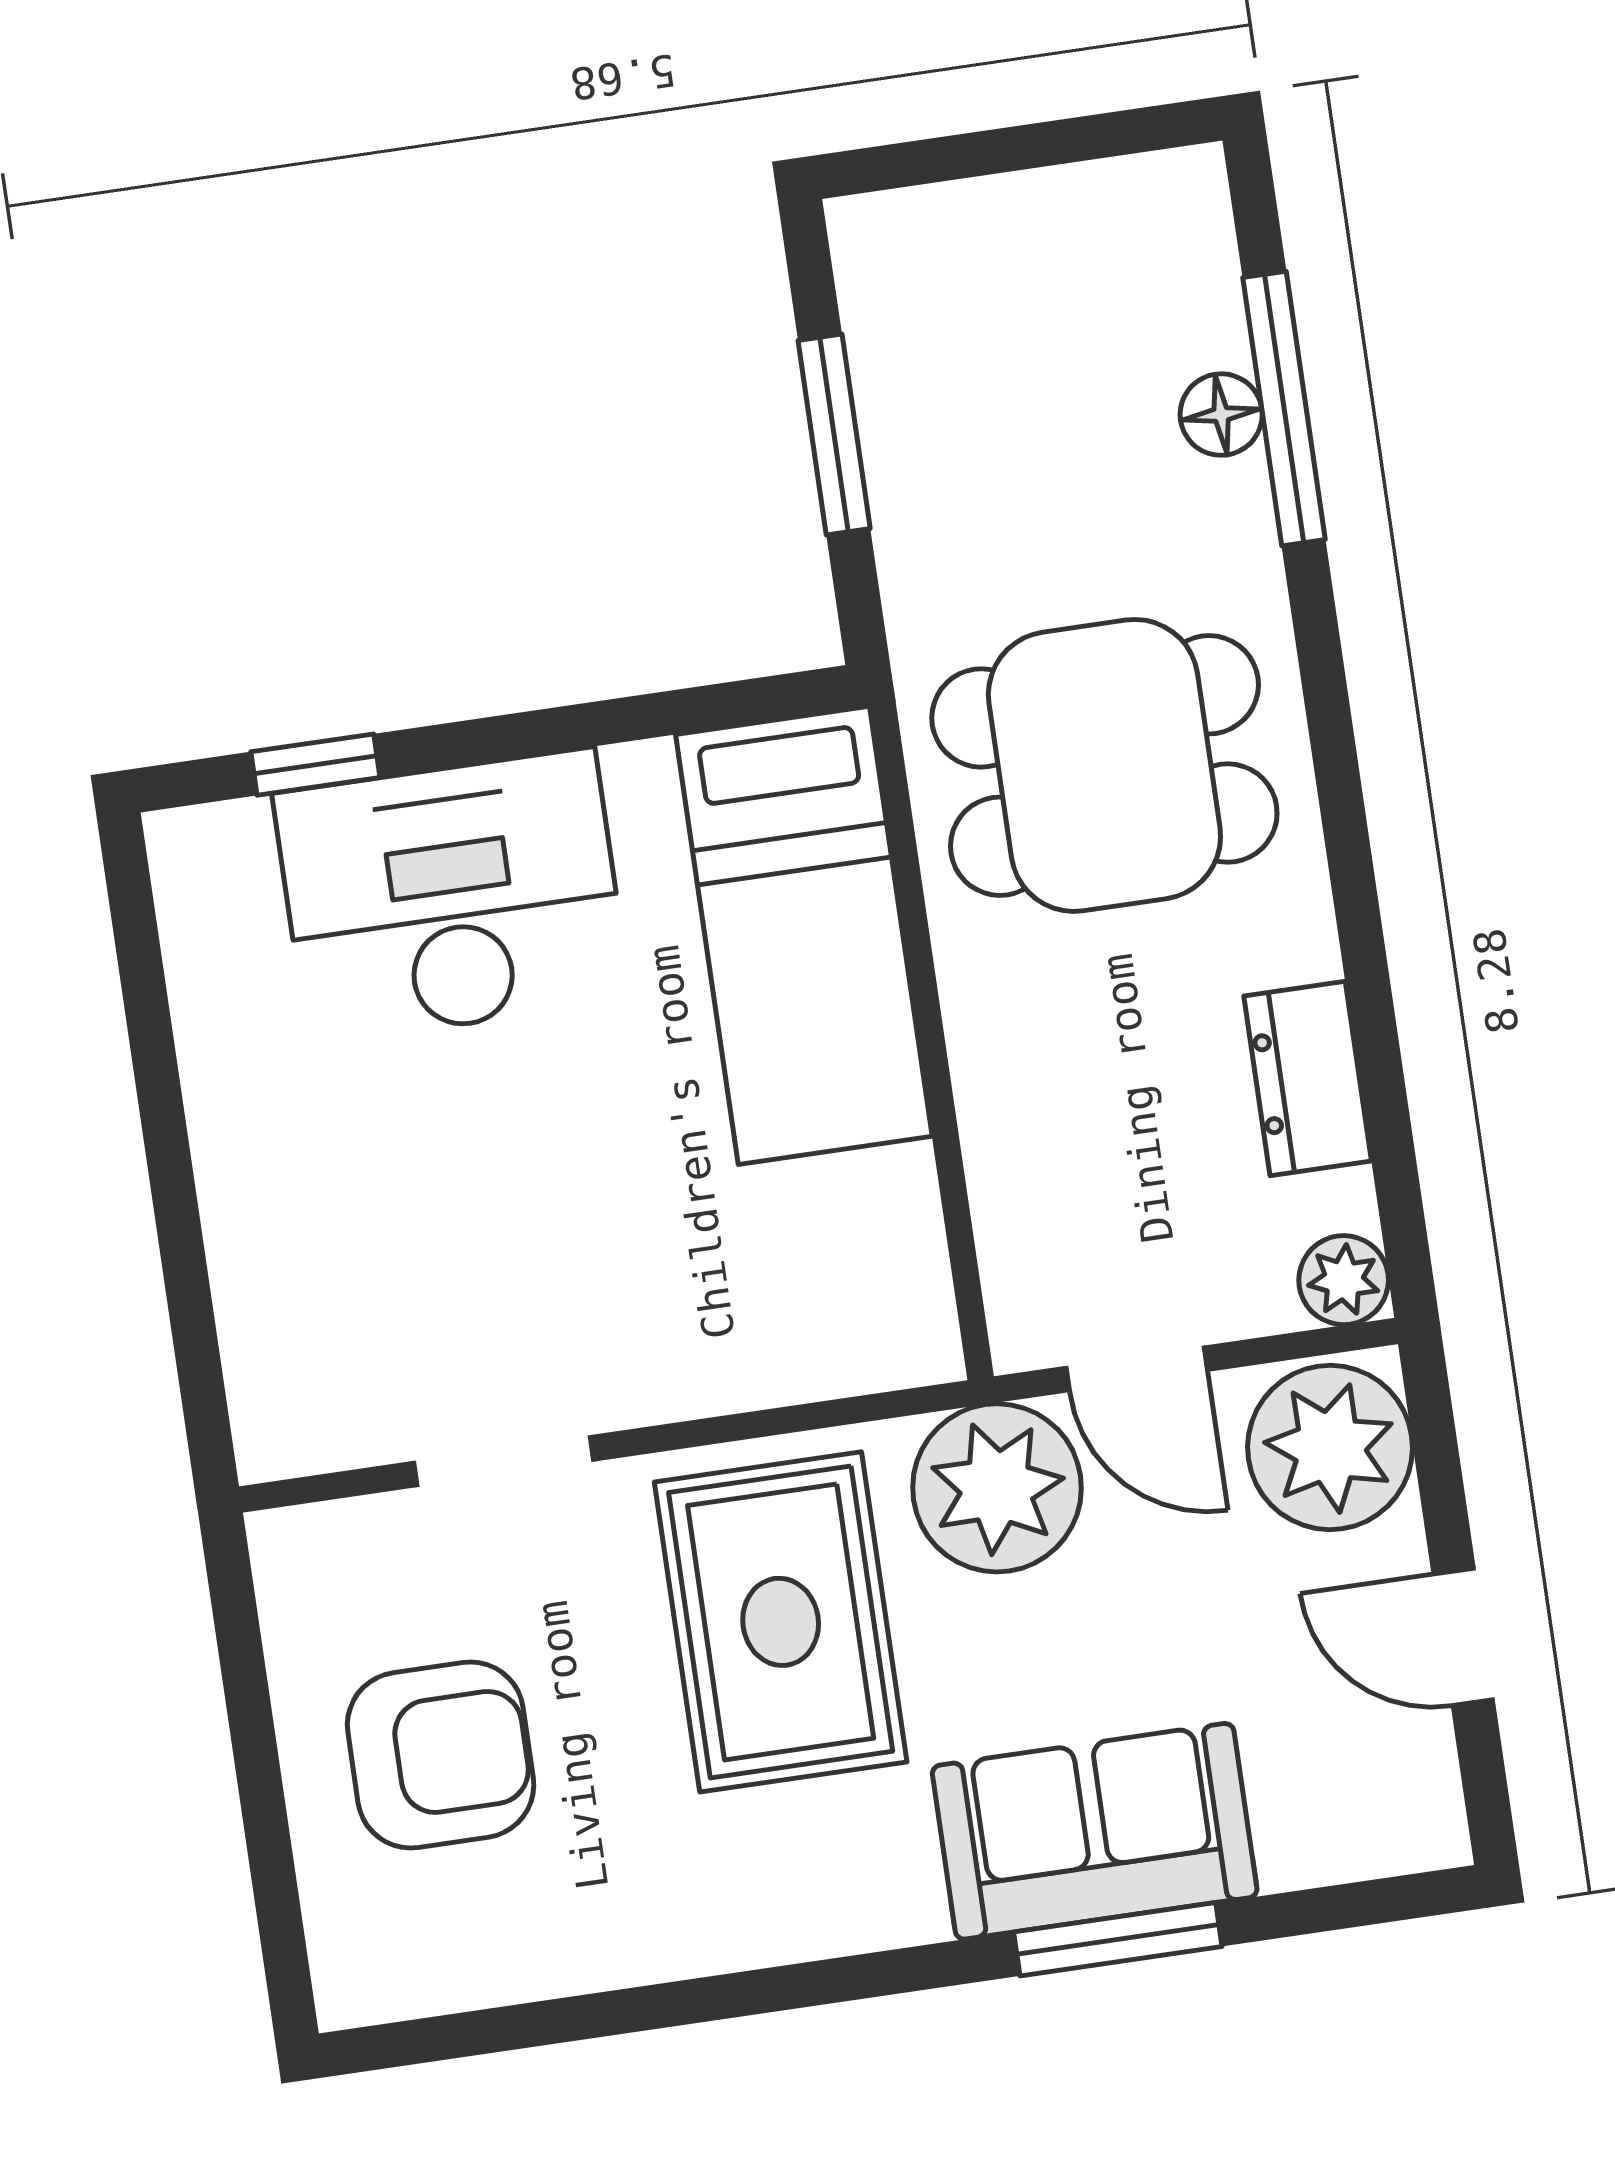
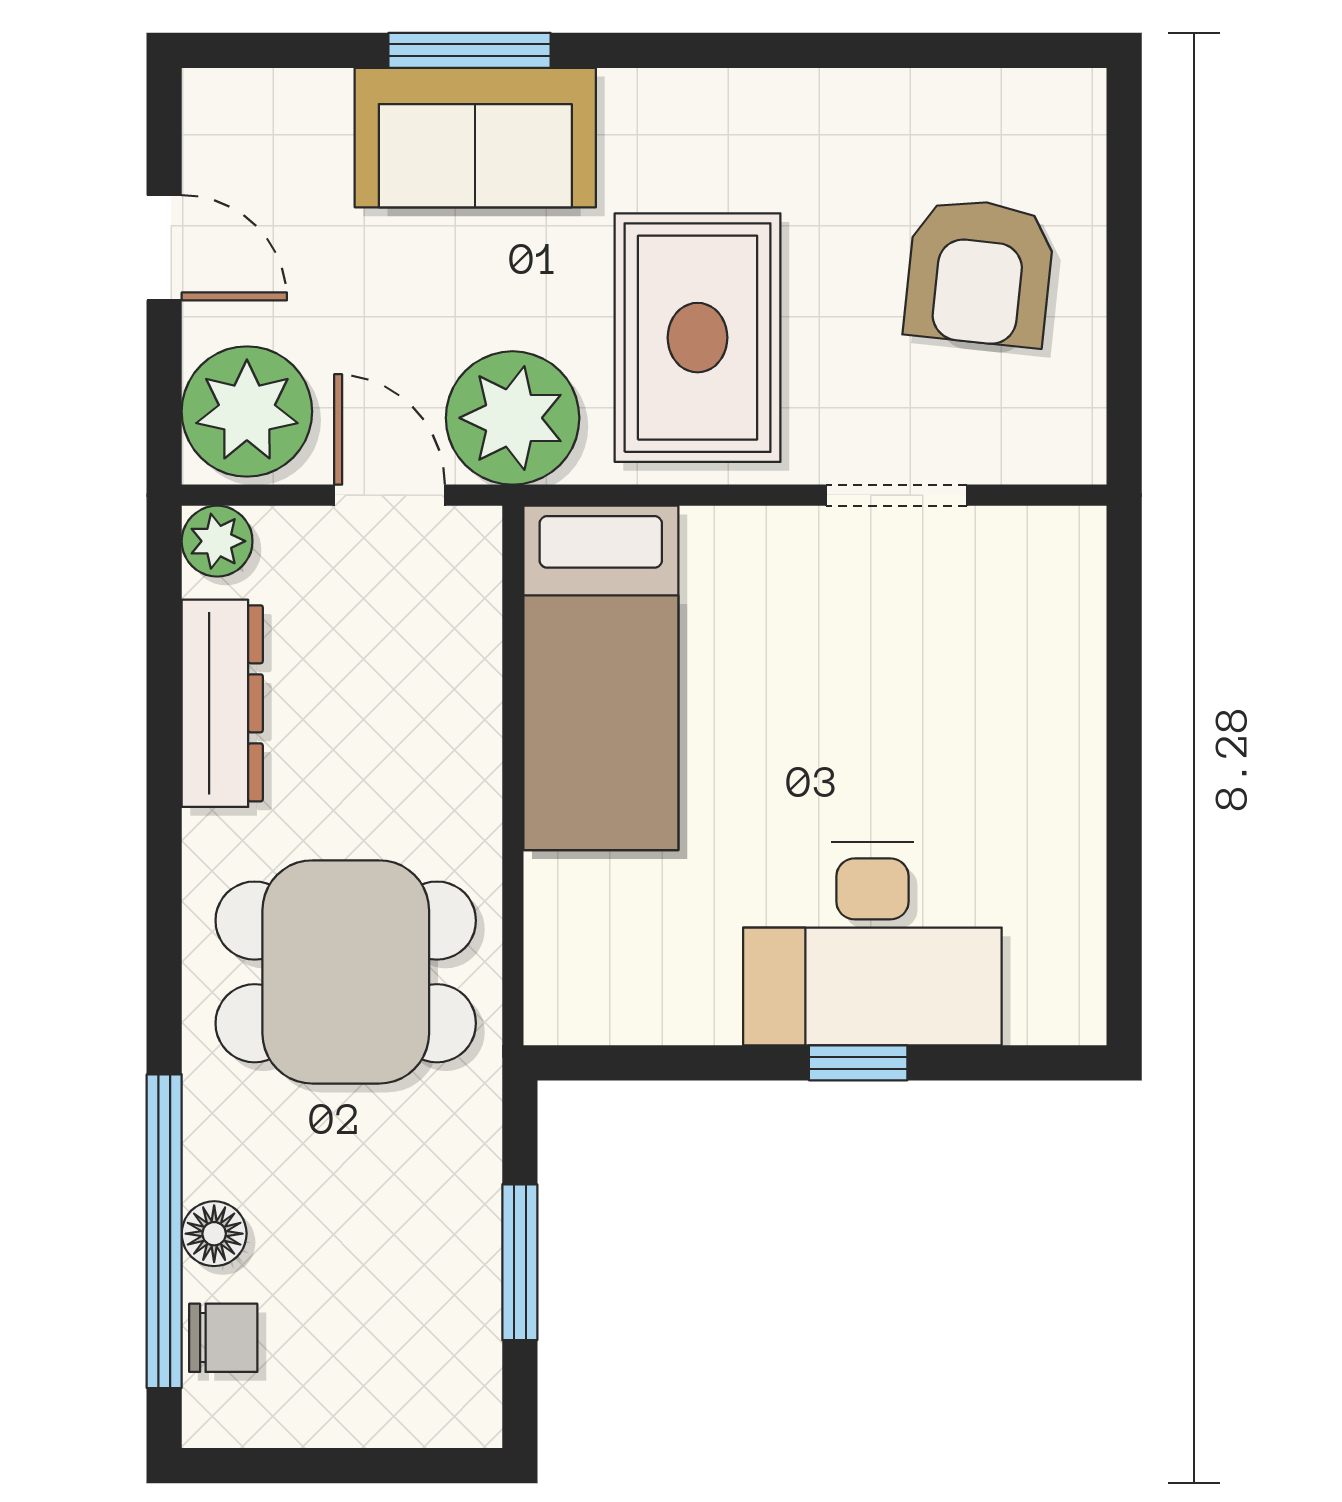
chair: (1191, 286) -> (223, 1338), added
window: (1284, 409) -> (164, 1231), width x1.46
window: (315, 765) -> (858, 1063), moved
bed: (804, 935) -> (601, 678), moved, turned 180
dresser: (1308, 1078) -> (222, 703), width x1.44
armchair: (441, 1755) -> (979, 272), turned -84

